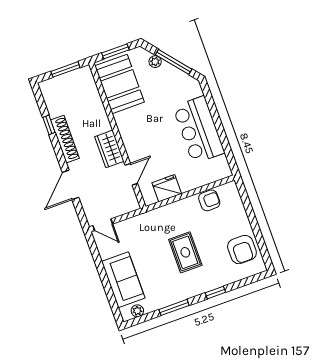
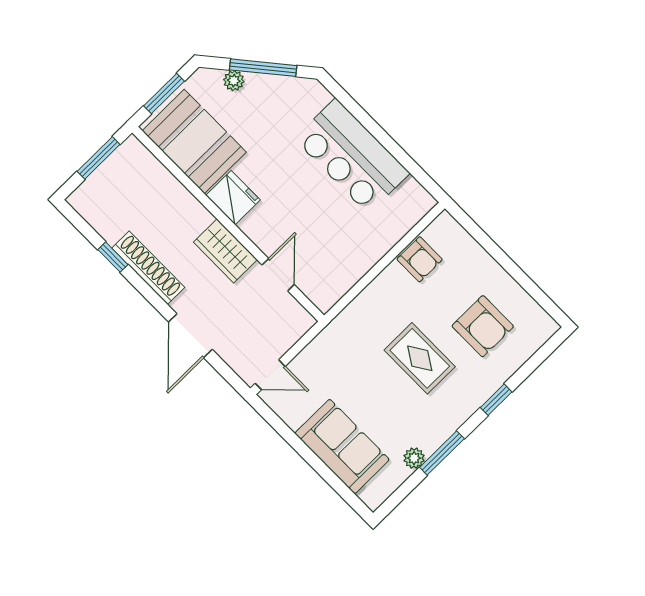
fridge: (167, 188) -> (233, 198), moved, turned 90
armchair: (209, 200) -> (420, 259), turned 90
armchair: (242, 250) -> (483, 326), moved
plant: (137, 311) -> (414, 458), moved

